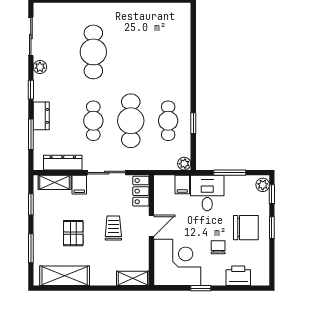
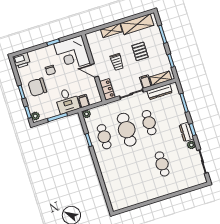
cafe table: (93, 52) -> (162, 164), width x0.73, depth x0.74
dresser: (41, 116) -> (186, 132), moved
door: (151, 226) -> (94, 70), hinge flipped
printer: (238, 276) -> (21, 60), moved
shelving: (133, 278) -> (111, 30), moved

